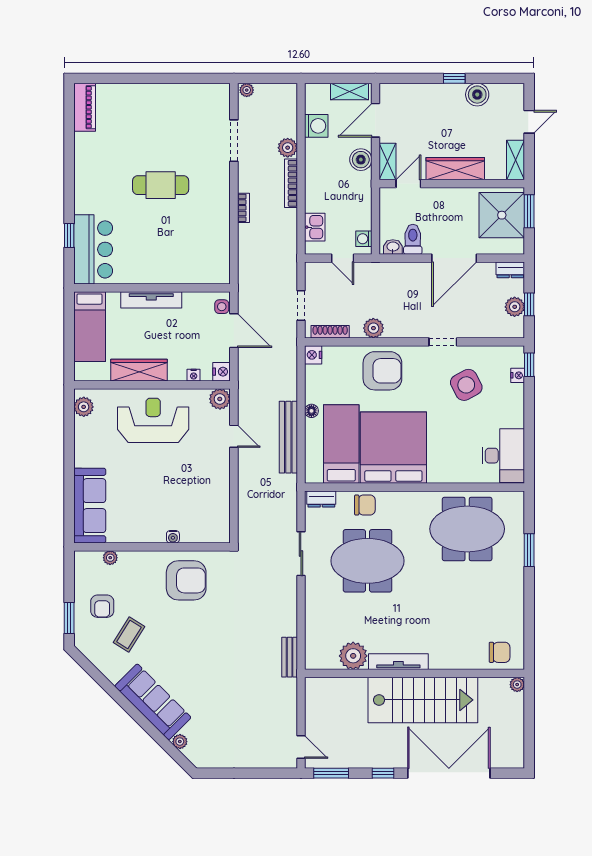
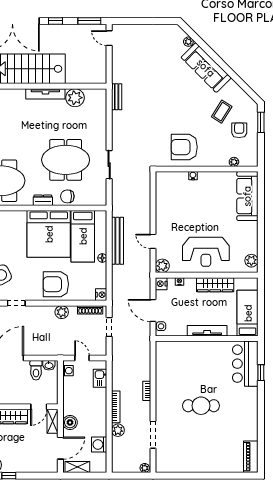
dresser: (321, 499) -> (43, 200), moved

